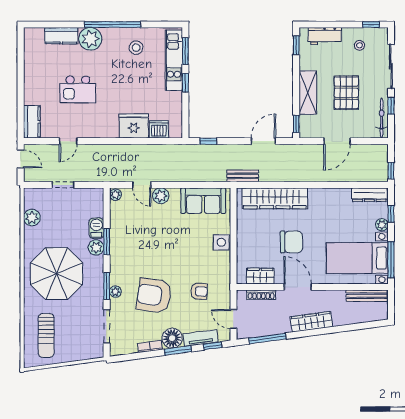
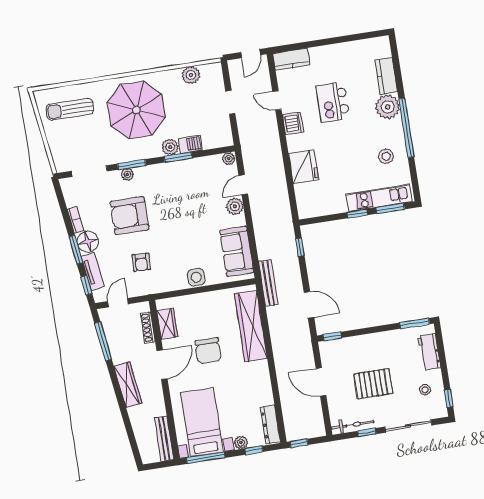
window: (296, 45) -> (415, 323), width x1.50
shelving: (308, 93) -> (367, 343), removed
dishwasher: (159, 129) -> (293, 123), moved
bench: (243, 176) -> (268, 283), width x1.36
armchair: (154, 295) -> (130, 216), turned -98

